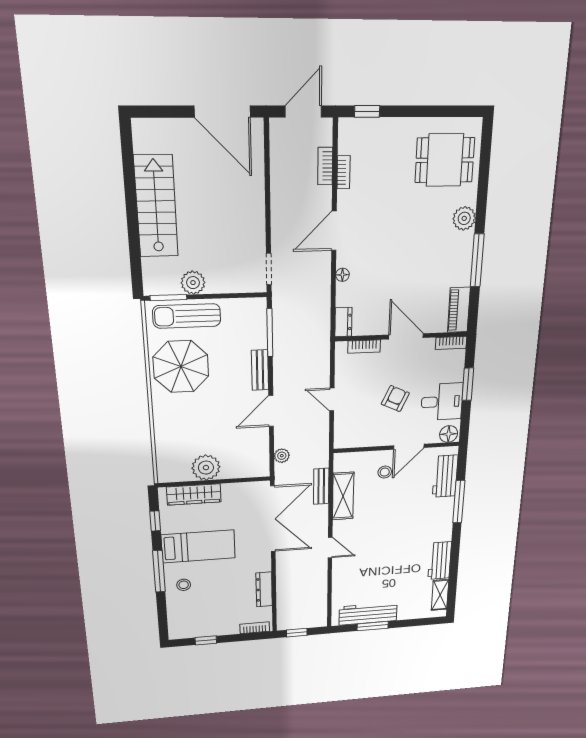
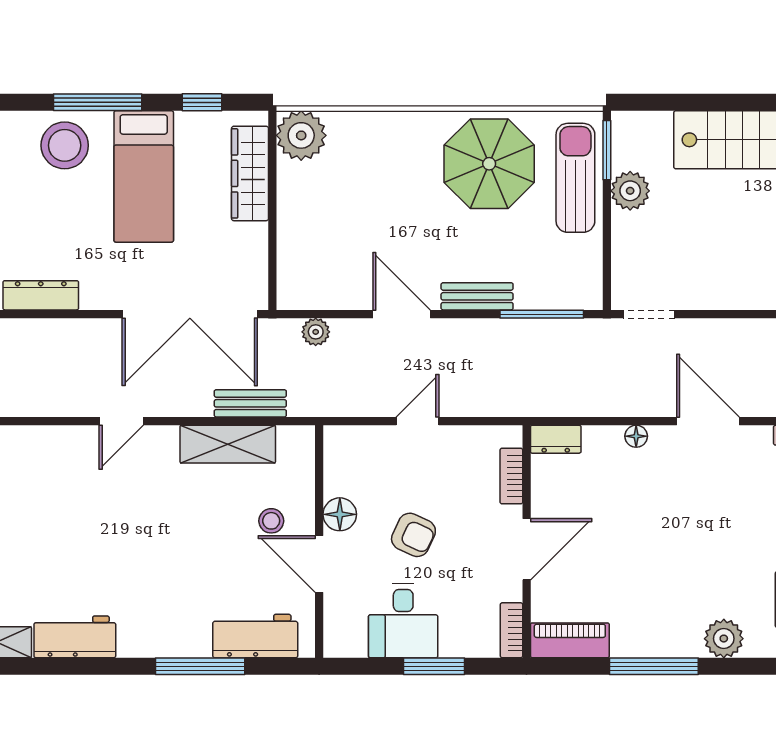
floor lamp: (449, 434) -> (340, 514), moved
plant: (206, 468) -> (301, 135), moved
stool: (184, 585) -> (65, 145), width x1.89, depth x1.89

